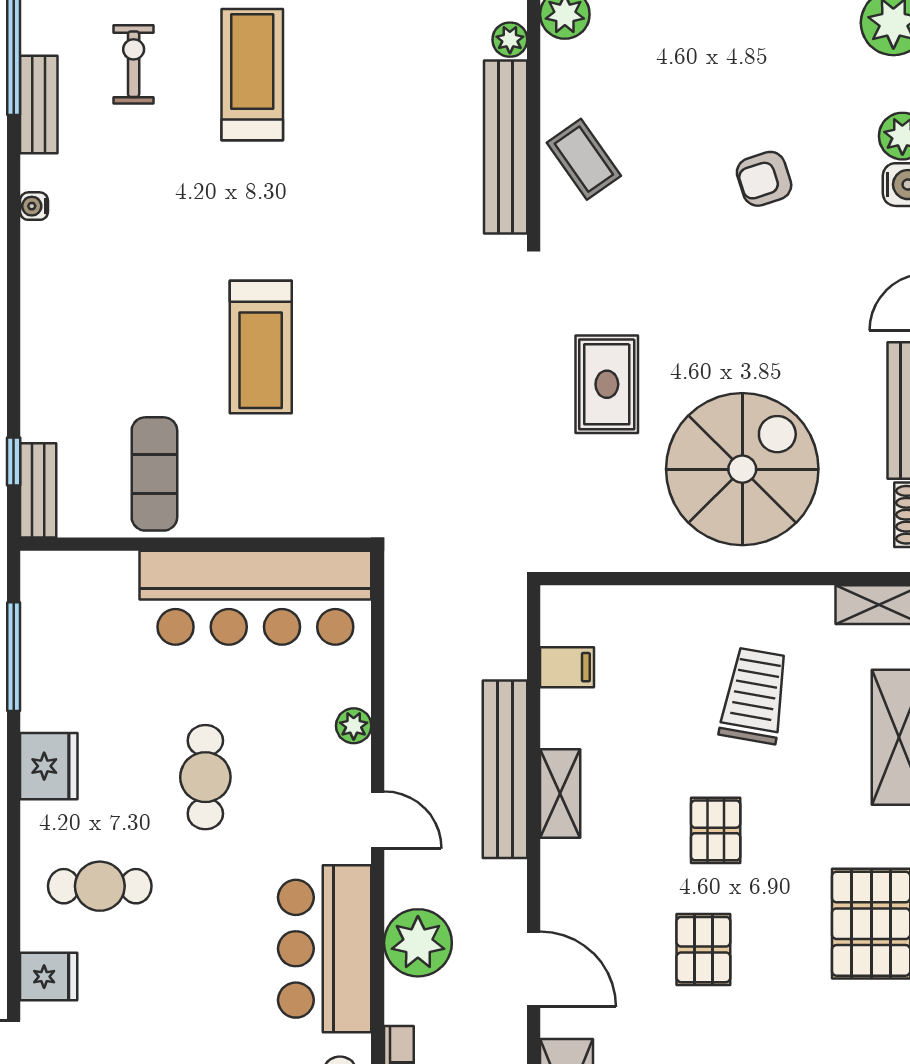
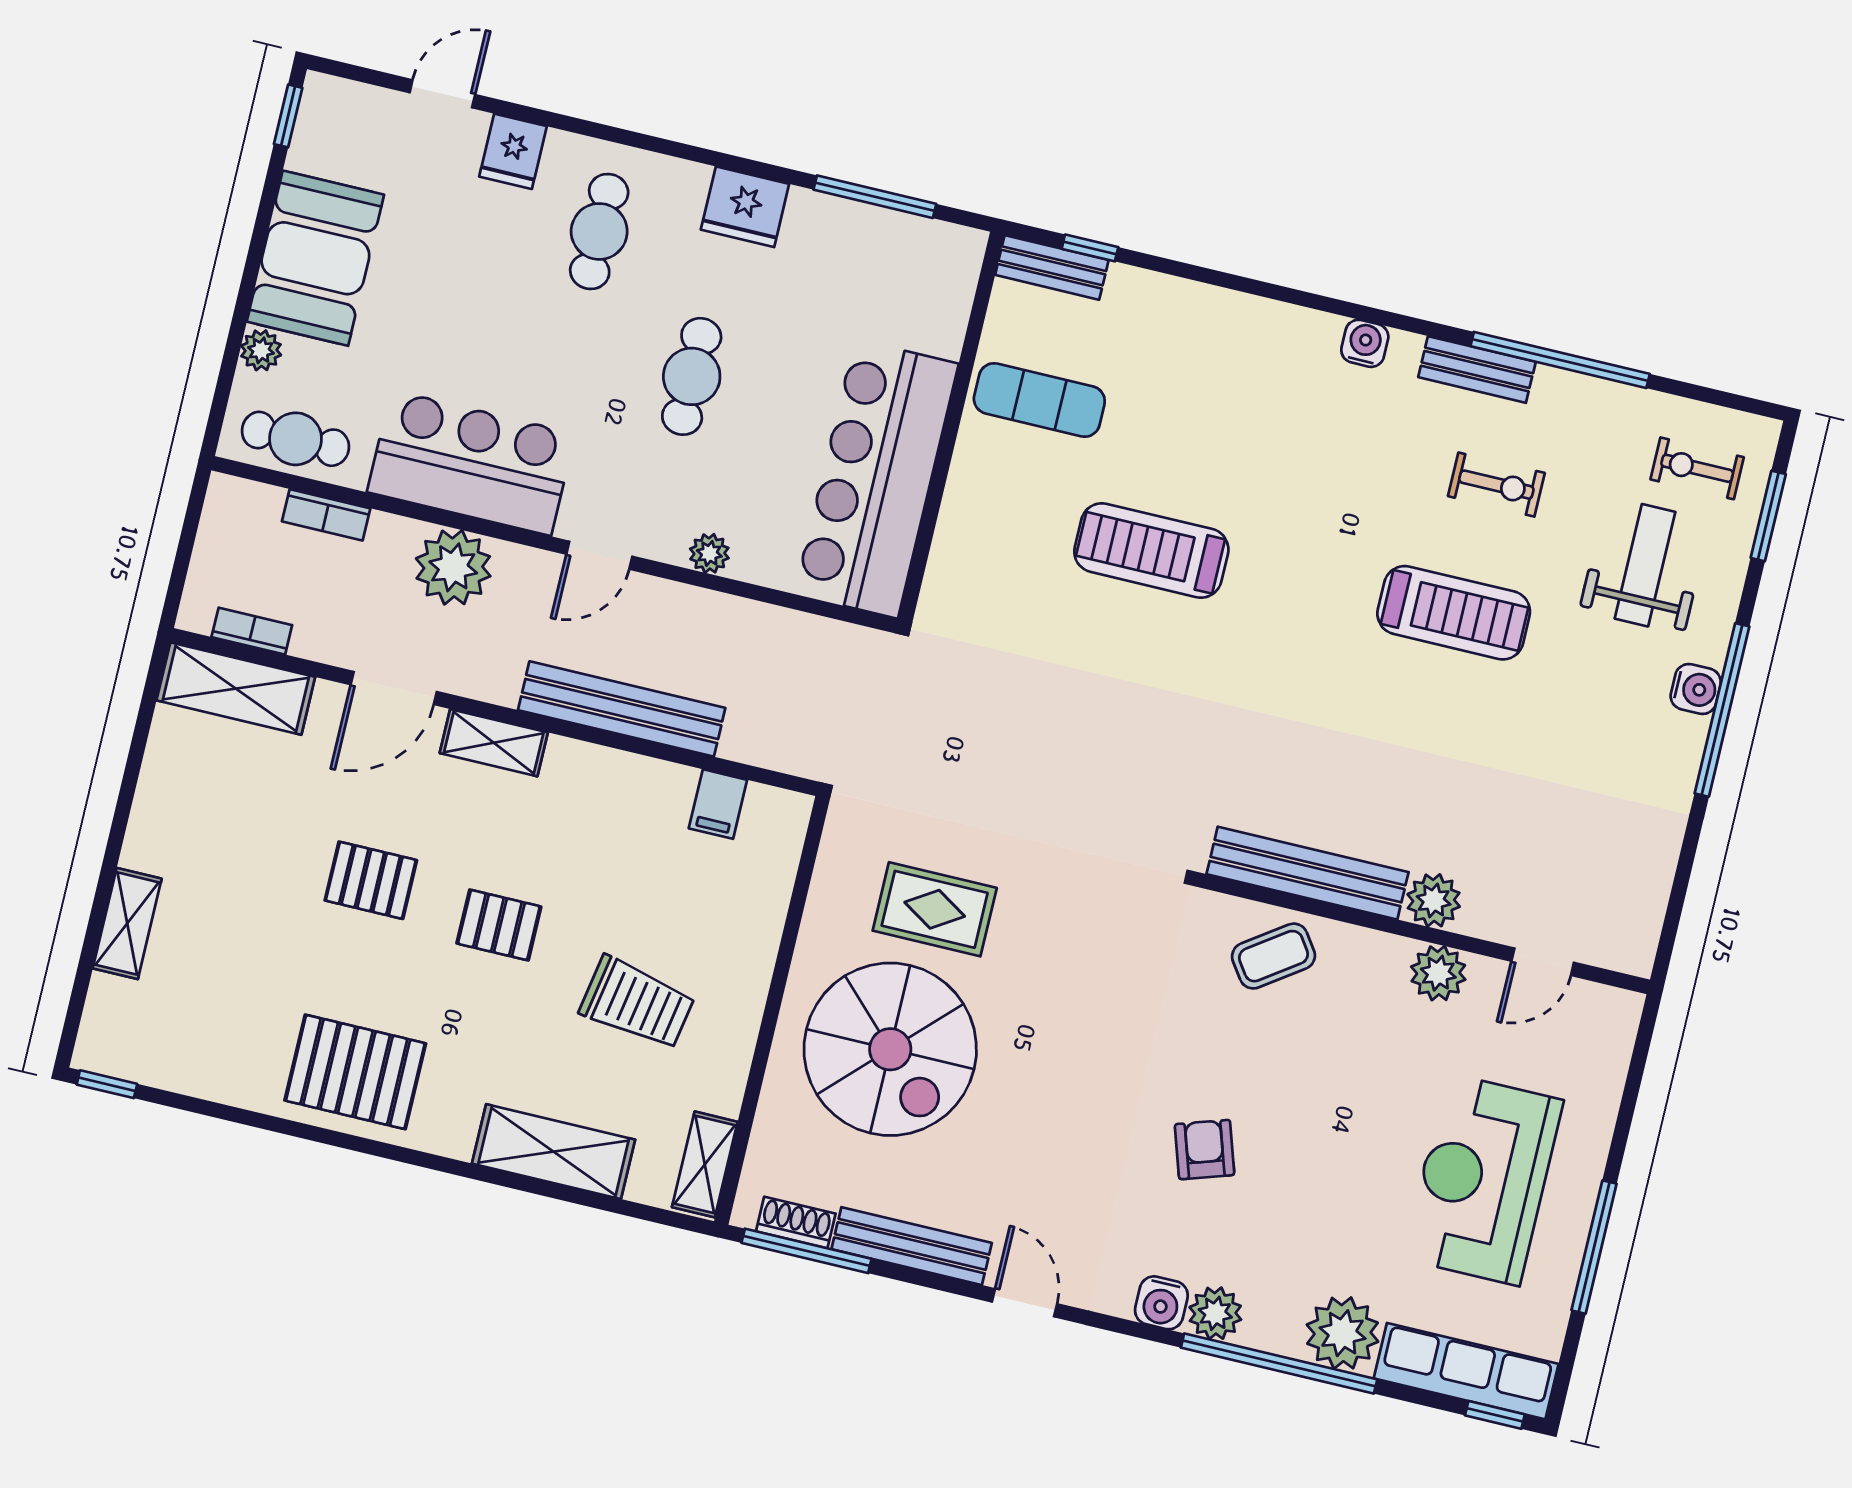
plant: (510, 40) -> (1434, 900), width x1.38, depth x1.38
water cooler: (34, 206) -> (1365, 343), width x1.38, depth x1.38
rug: (607, 384) -> (935, 909), moved
cafe table: (205, 777) -> (692, 376), turned 90
shelving: (560, 794) -> (494, 743), moved

